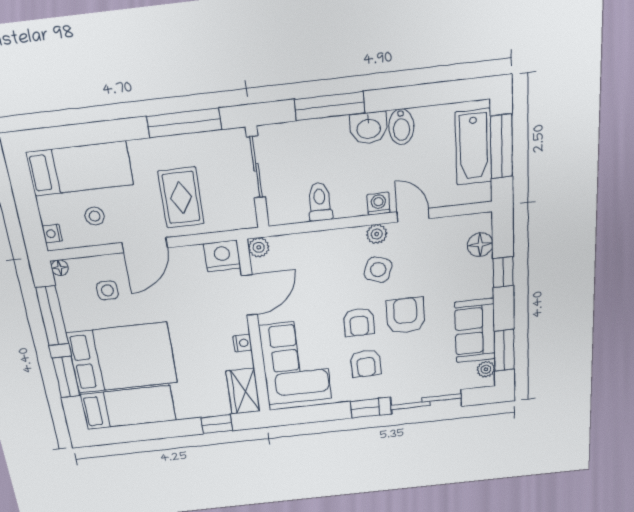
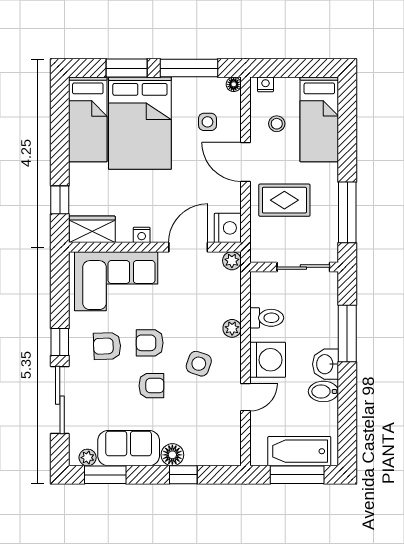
washing machine: (379, 204) -> (268, 360), width x1.89, depth x1.89
plant: (377, 234) -> (232, 328), moved
floor lamp: (480, 245) -> (172, 455), moved
door: (249, 295) -> (188, 247), swing flipped
armchair: (405, 315) -> (151, 386), width x0.72, depth x0.72

